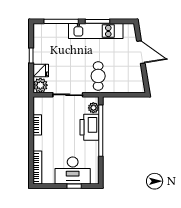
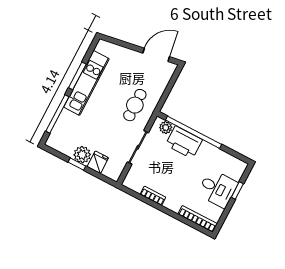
door: (141, 52) -> (156, 55), moved
cafe table: (98, 76) -> (135, 105), turned 90
plant: (40, 85) -> (82, 155), moved
desk: (73, 171) -> (217, 189), width x0.73

